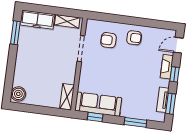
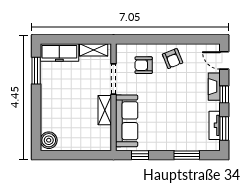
armchair: (134, 38) -> (173, 59), turned 68
door: (178, 45) -> (224, 60), hinge flipped
shelving: (67, 97) -> (105, 110), moved
sofa: (98, 104) -> (127, 121), moved, turned 90

